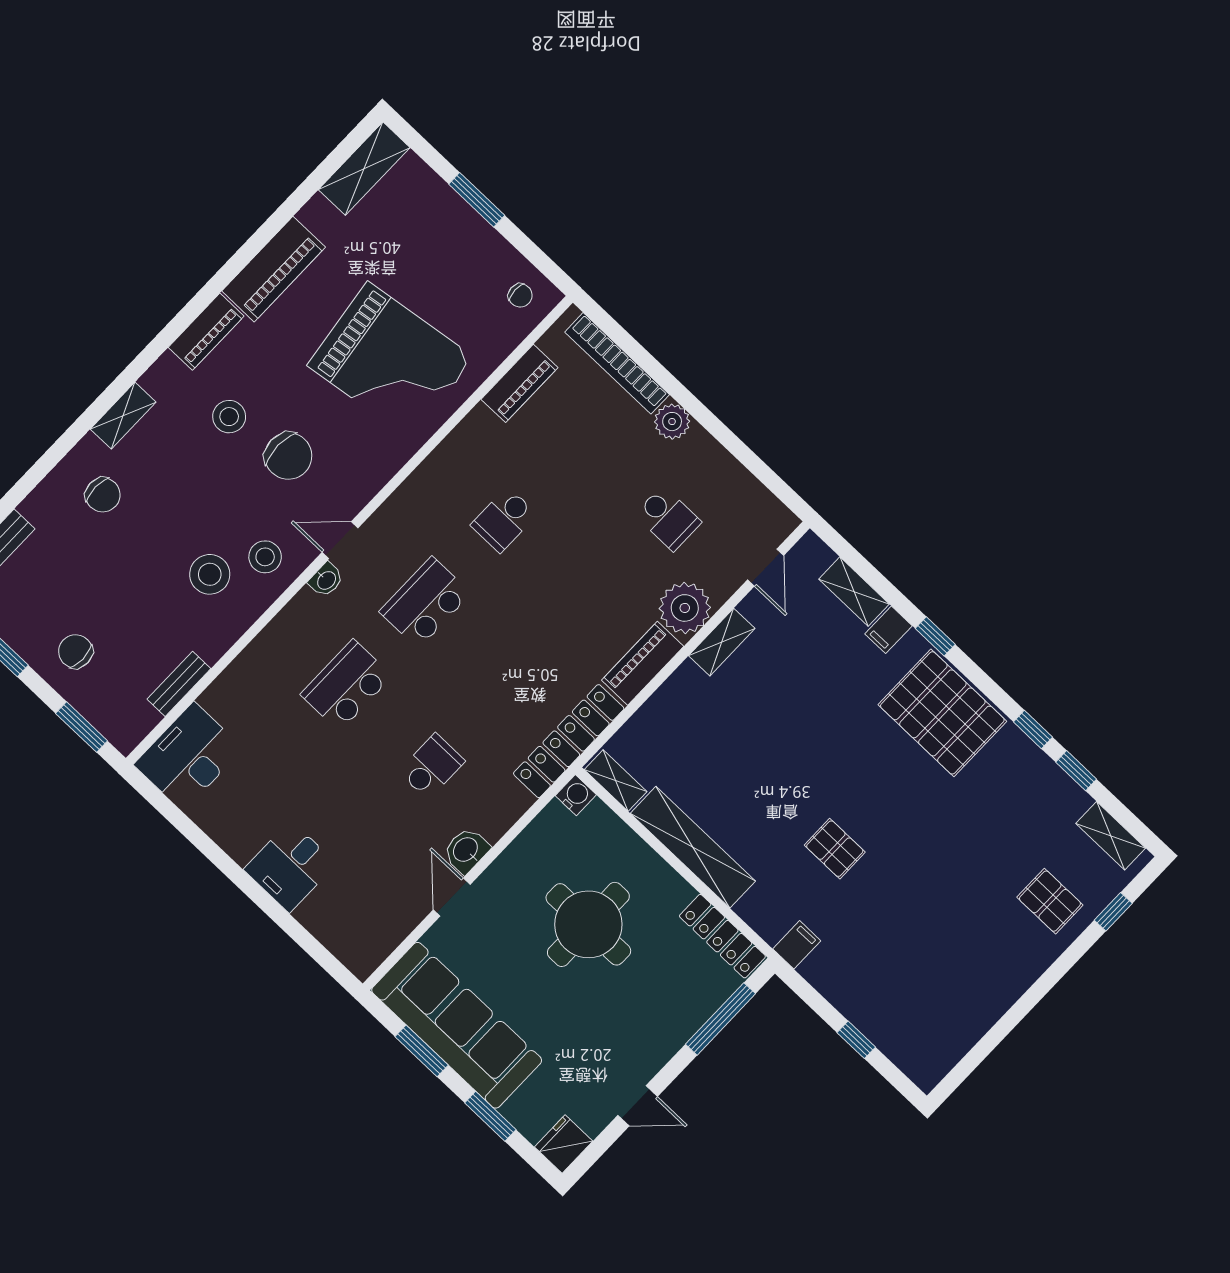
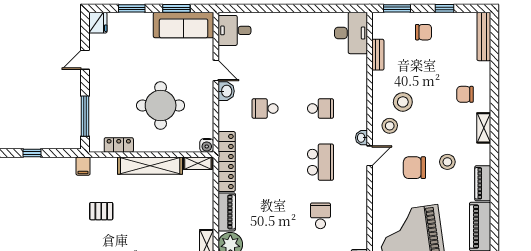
school desk: (346, 685) -> (320, 108), width x0.54
school desk: (432, 766) -> (265, 108), turned 90
desk: (290, 866) -> (234, 30), moved, turned -90
locker: (722, 936) -> (119, 145), width x0.66
sofa: (457, 1025) -> (184, 25), width x0.74, depth x0.79

